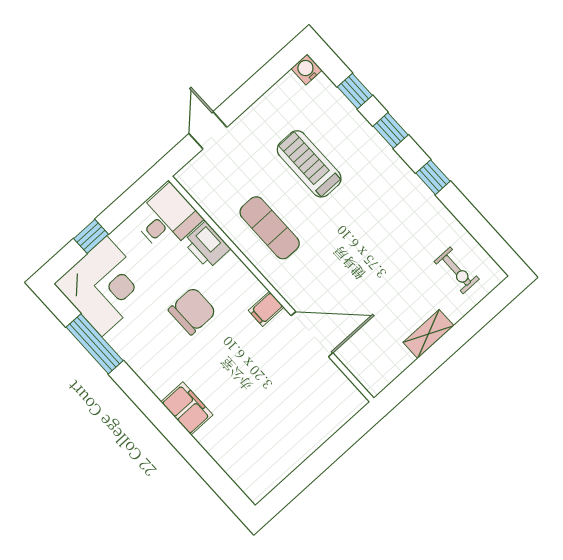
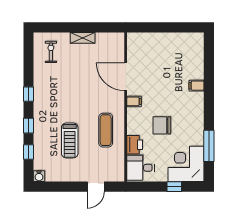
filing cabinet: (187, 408) -> (196, 86), width x0.50

